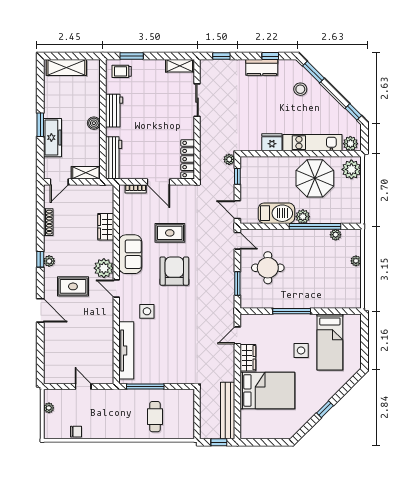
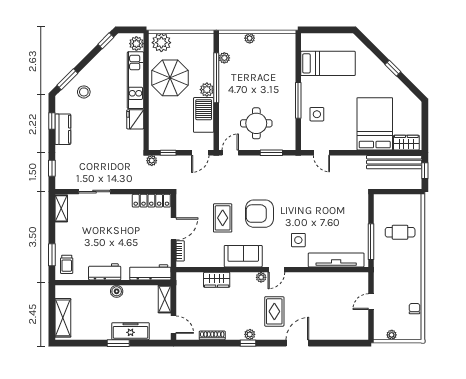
plant: (104, 268) -> (261, 277), width x0.53, depth x0.53
side table: (301, 350) -> (317, 114), moved
wardrobe: (248, 358) -> (406, 143), moved

